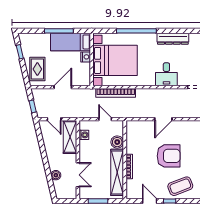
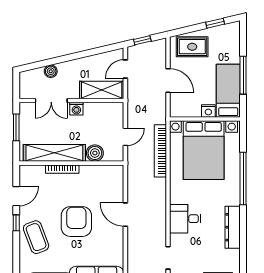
washing machine: (84, 135) -> (76, 109), moved
armchair: (169, 156) -> (76, 222), turned 180

